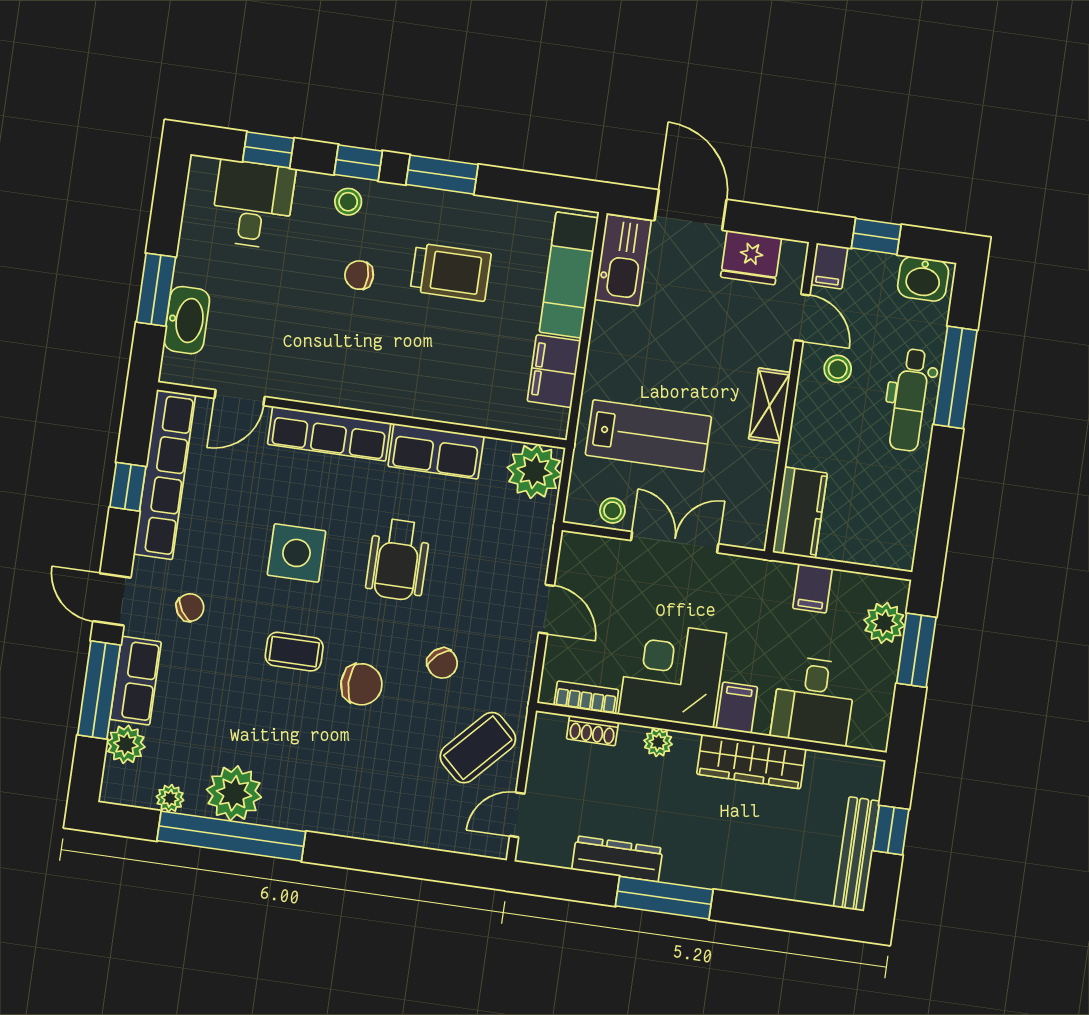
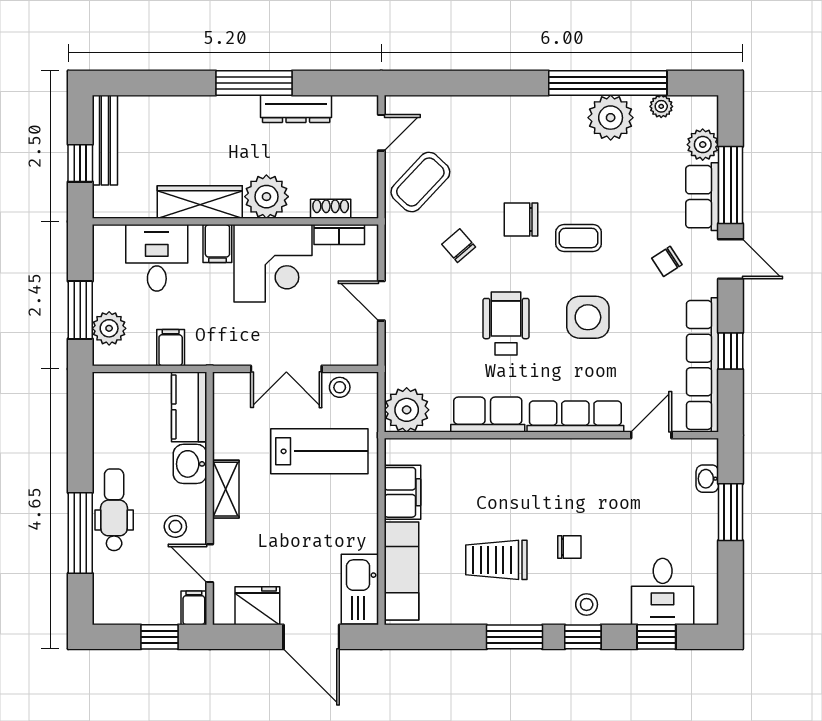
washbasin: (923, 279) -> (190, 464), moved, turned -90
washbasin: (187, 320) -> (707, 479), width x0.52, depth x0.69
lab bench: (648, 436) -> (319, 451), turned 180
plant: (658, 742) -> (266, 197), width x1.88, depth x1.88

